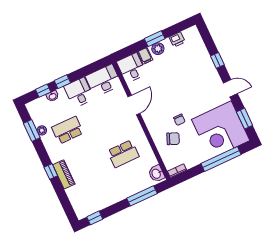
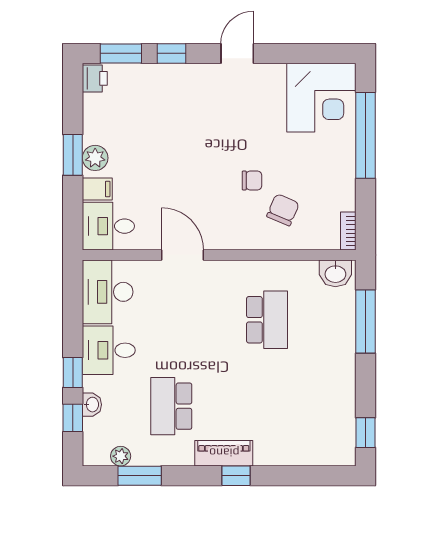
printer: (177, 40) -> (95, 78), moved
window: (245, 119) -> (121, 53), moved
plant: (42, 130) -> (121, 456), moved
corner desk: (221, 130) -> (321, 98), width x0.74, depth x0.74
piano: (64, 174) -> (224, 453), moved

